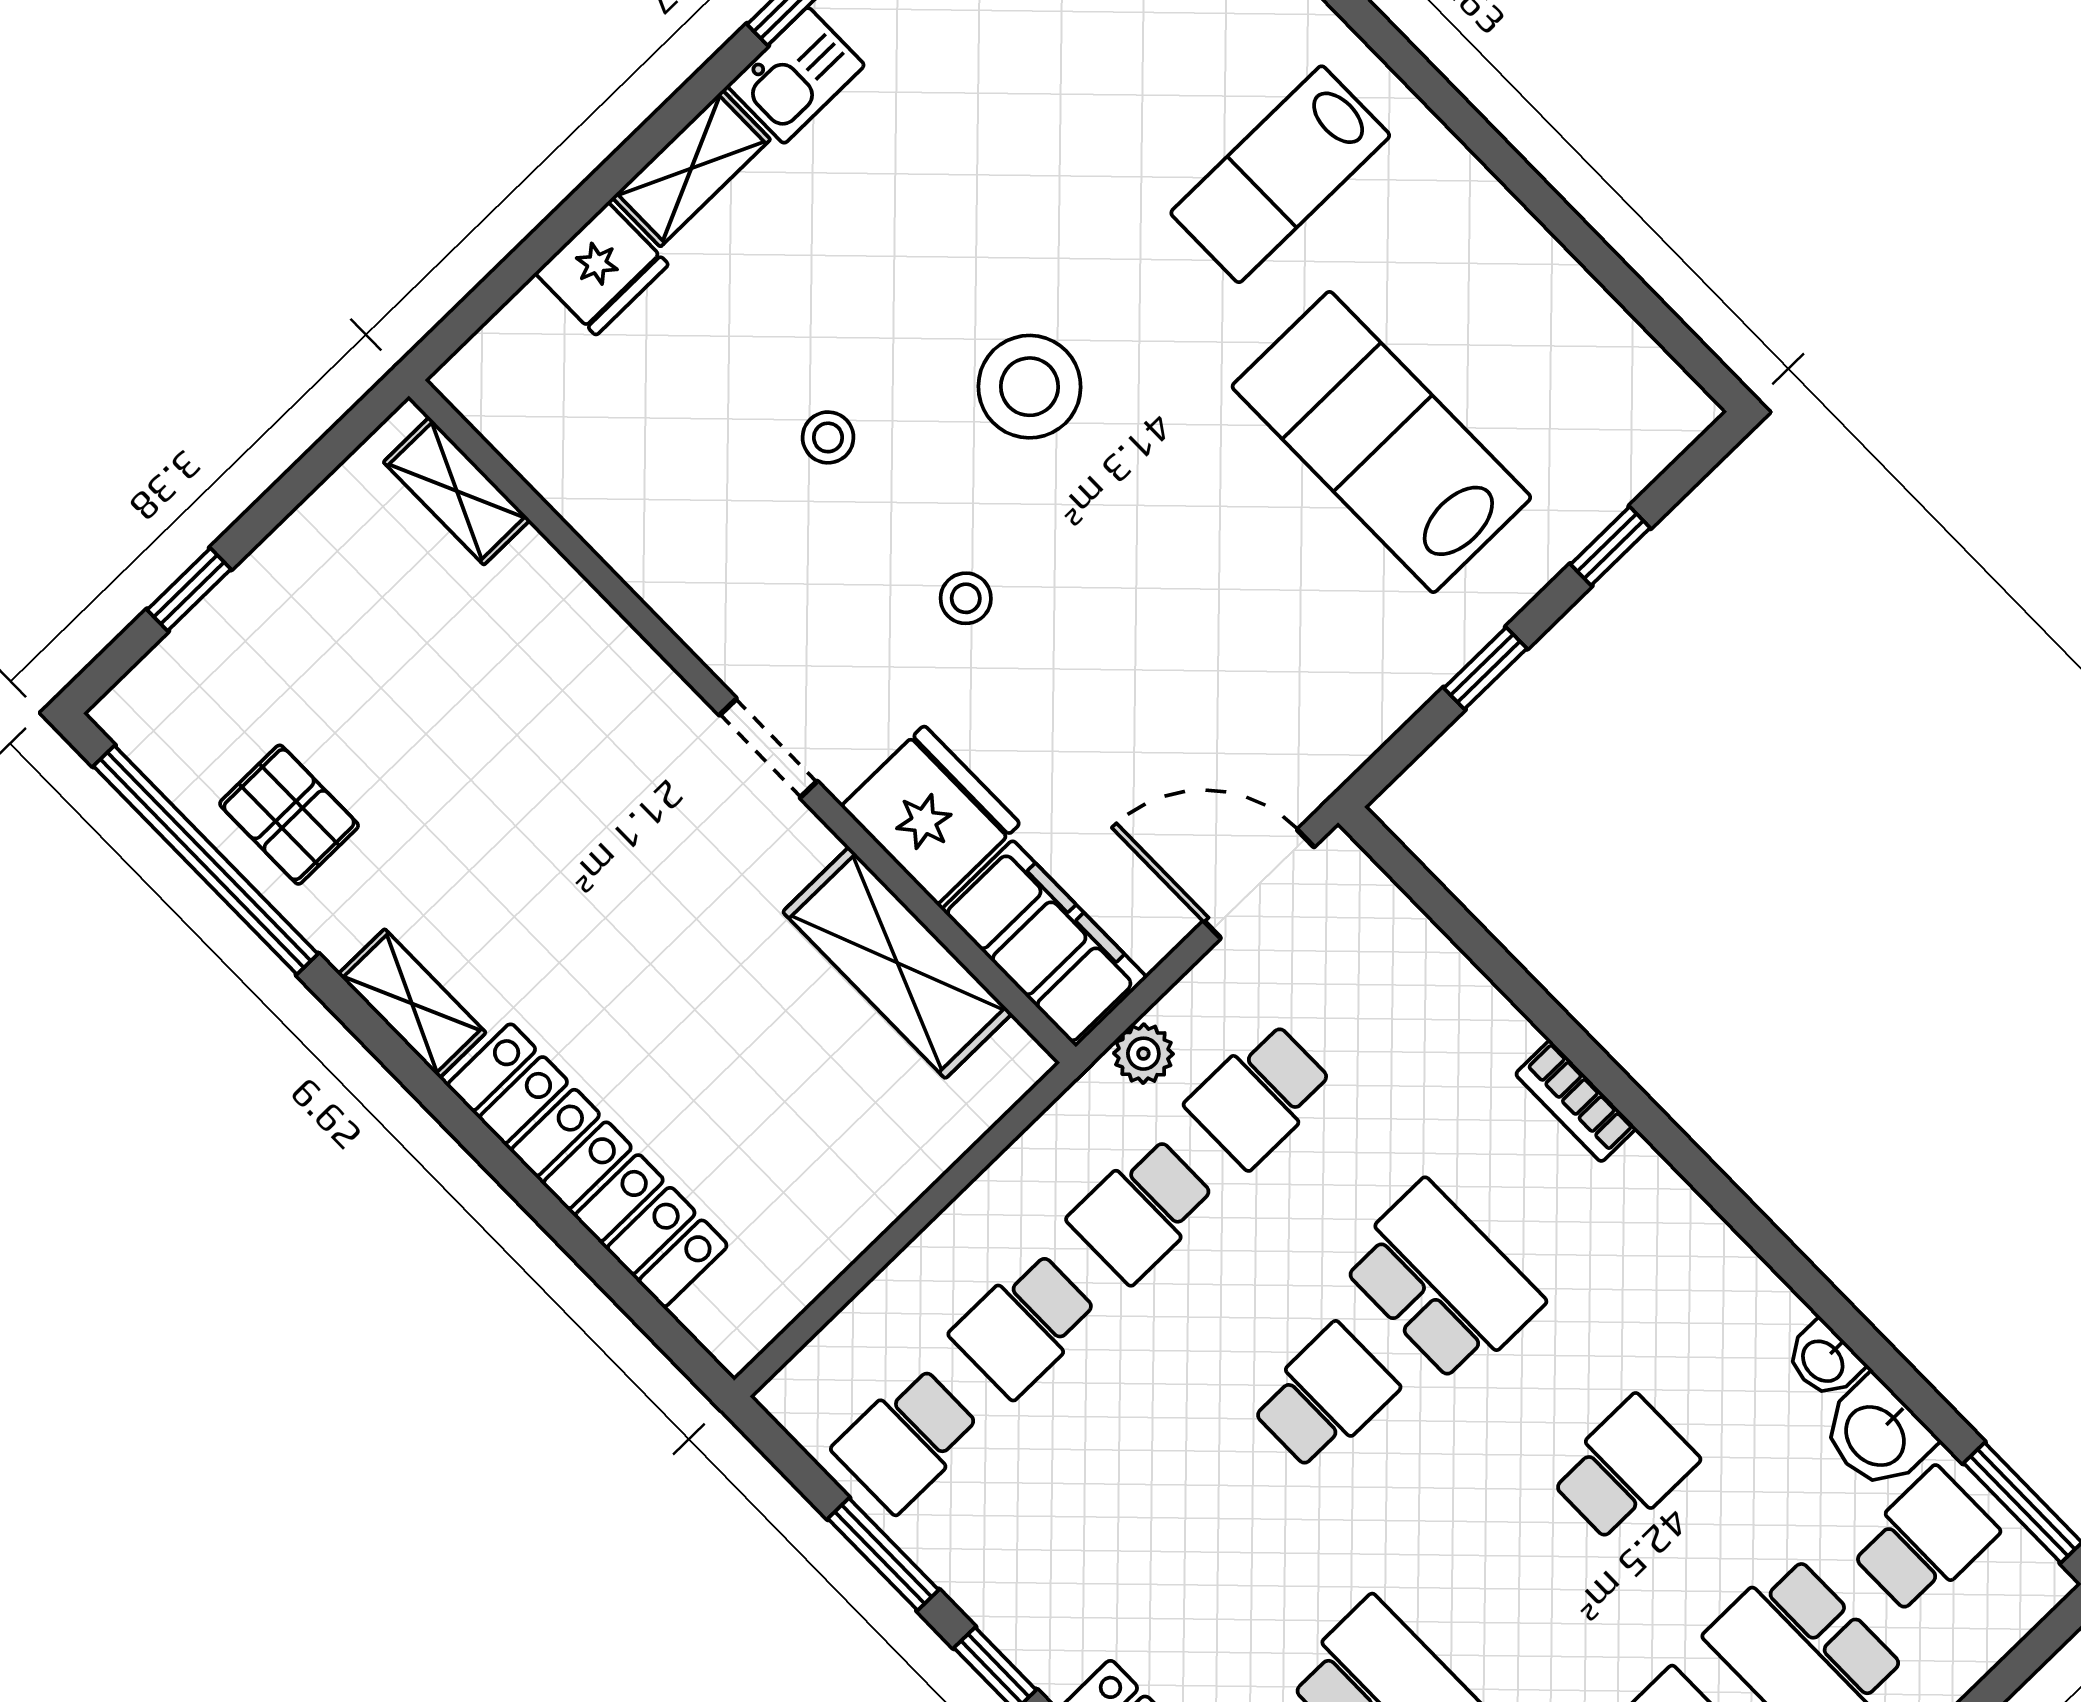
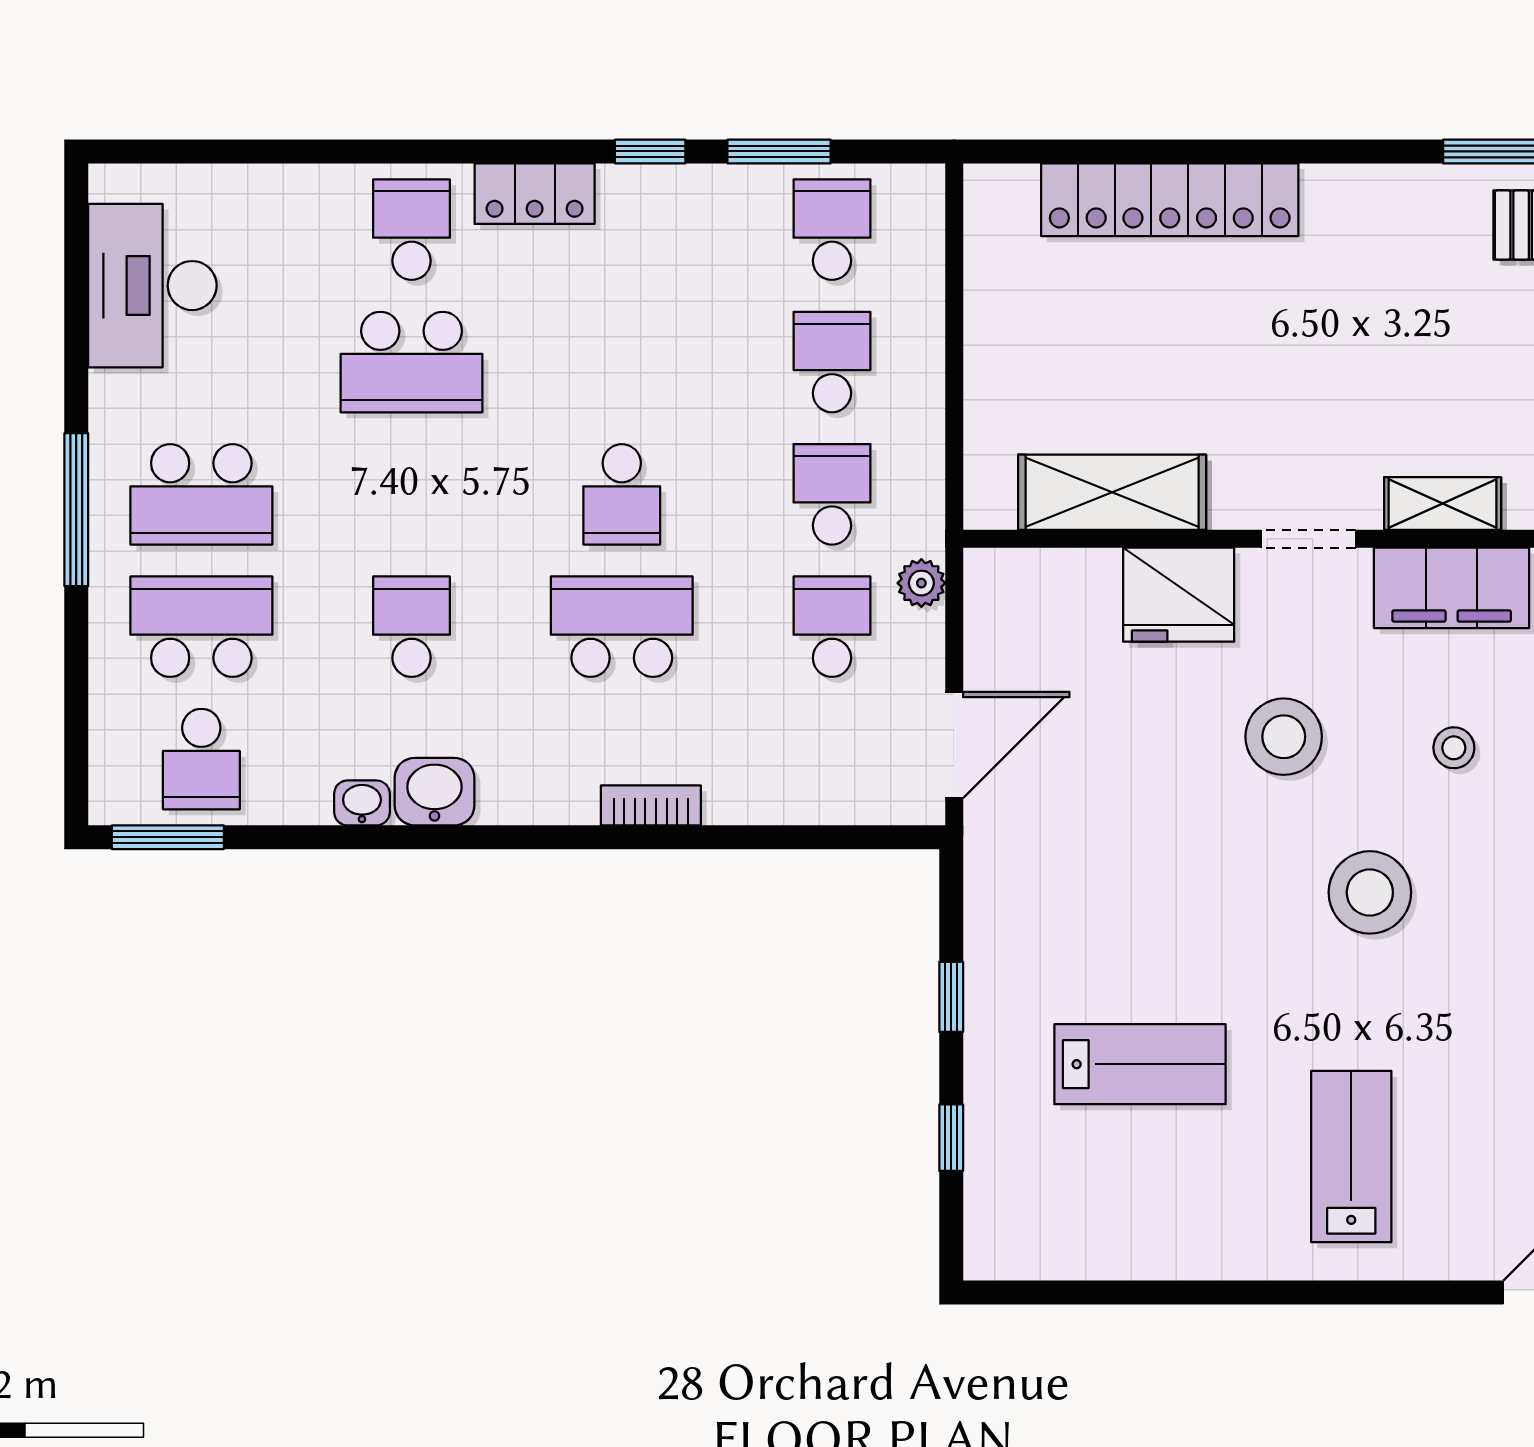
lab bench: (1381, 442) -> (1140, 1064), width x0.73, depth x0.72
stool: (966, 598) -> (1284, 737), width x1.89, depth x1.89
filing cabinet: (1044, 943) -> (1452, 588), moved
shelving: (412, 1003) -> (1443, 503), moved
school desk: (1442, 1282) -> (622, 627), turned 180
washbasin: (1877, 1434) -> (435, 792), moved
school desk: (1624, 1469) -> (412, 627), turned 180

